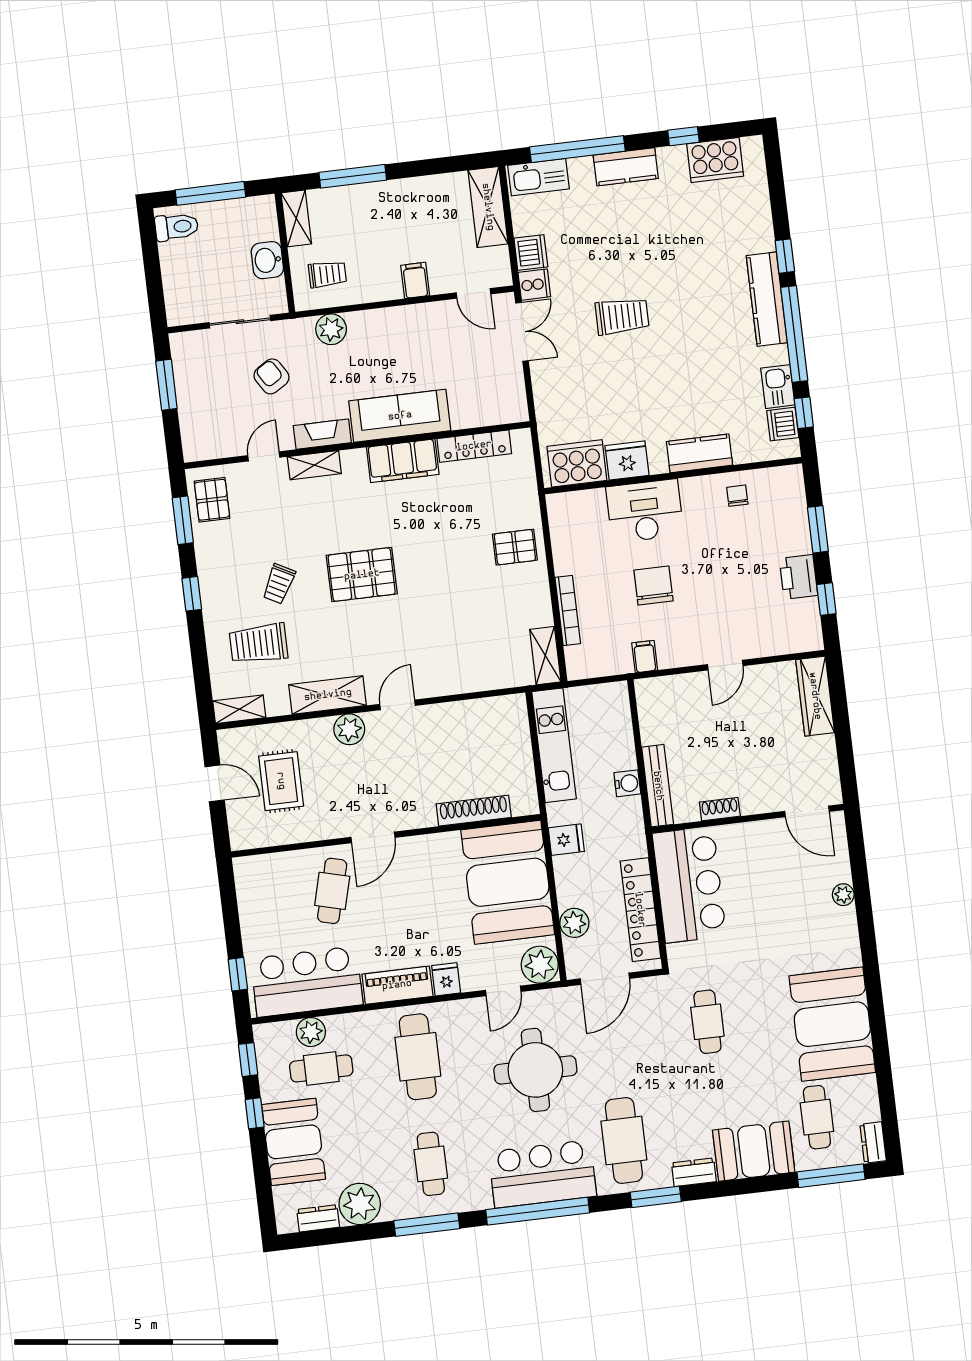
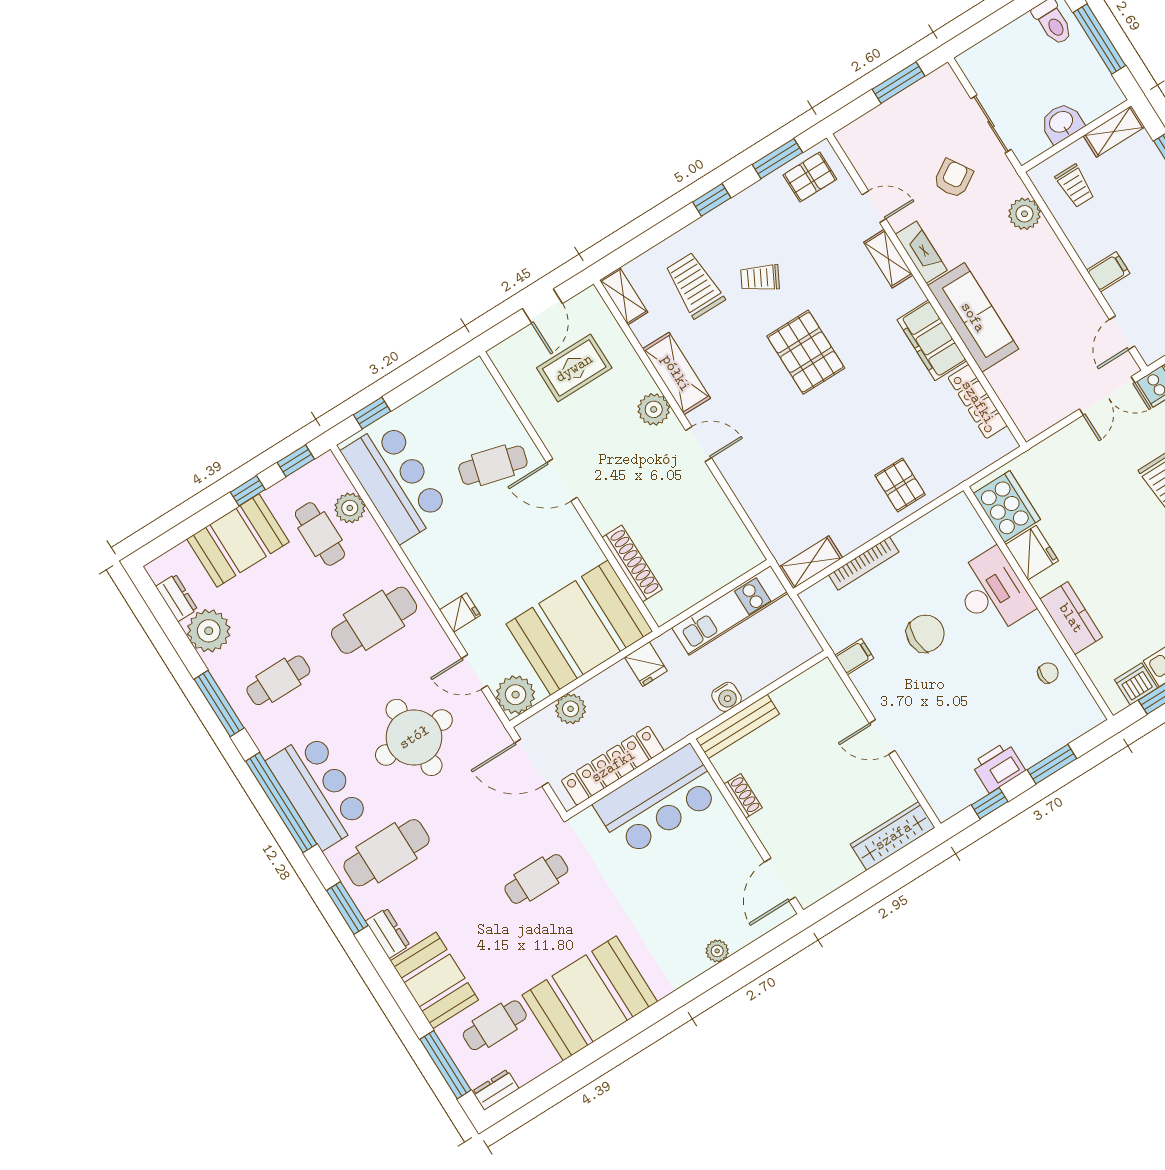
piano: (397, 985) -> (433, 569), removed

